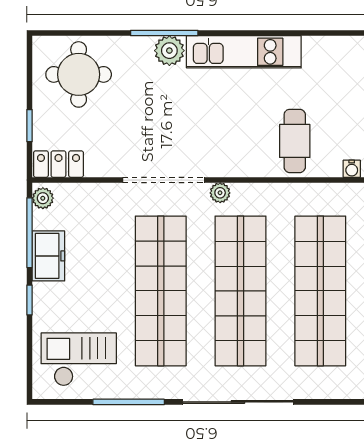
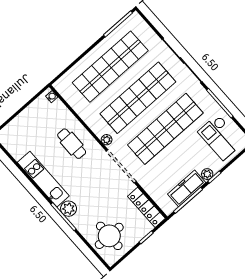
cafe table: (295, 141) -> (72, 144), moved, turned 90
locker: (58, 164) -> (146, 207), width x1.53
plant: (43, 198) -> (207, 174), moved
freezer: (48, 256) -> (187, 188), width x1.40

